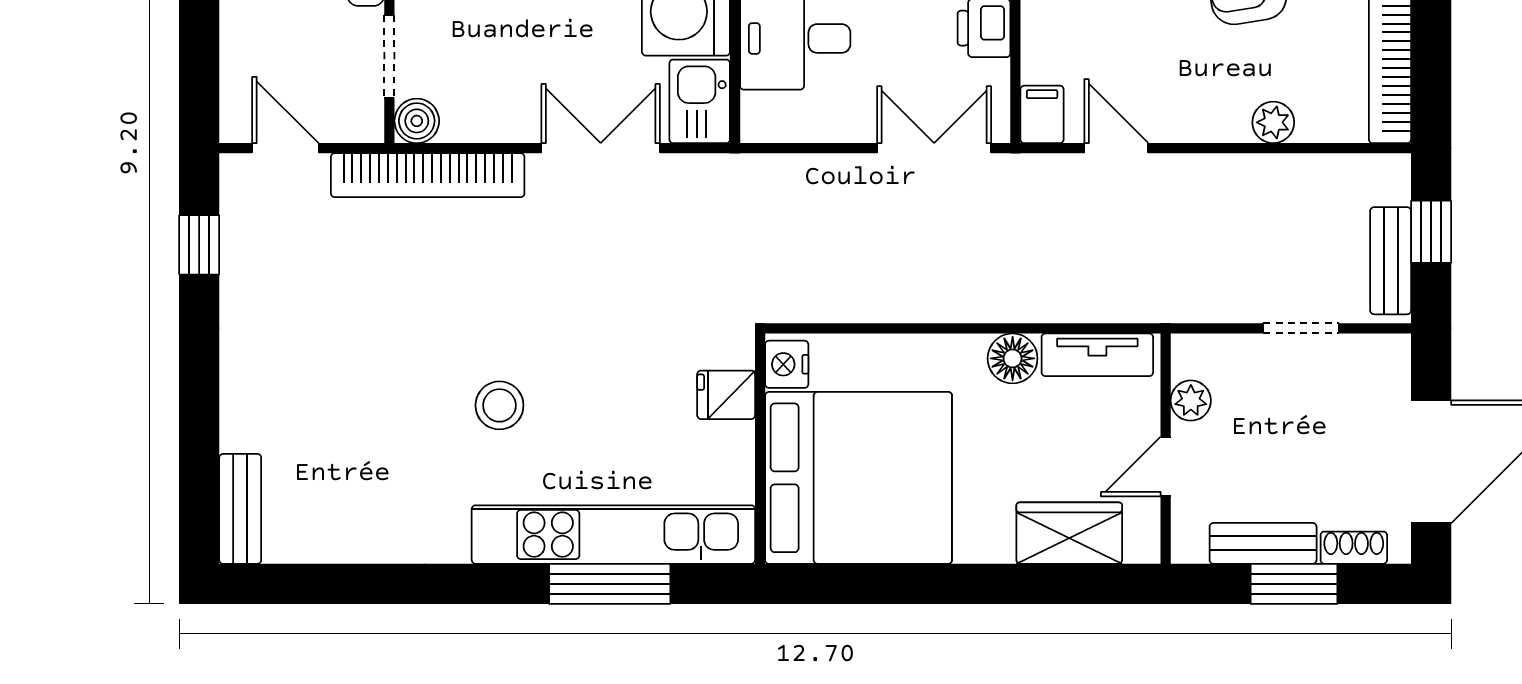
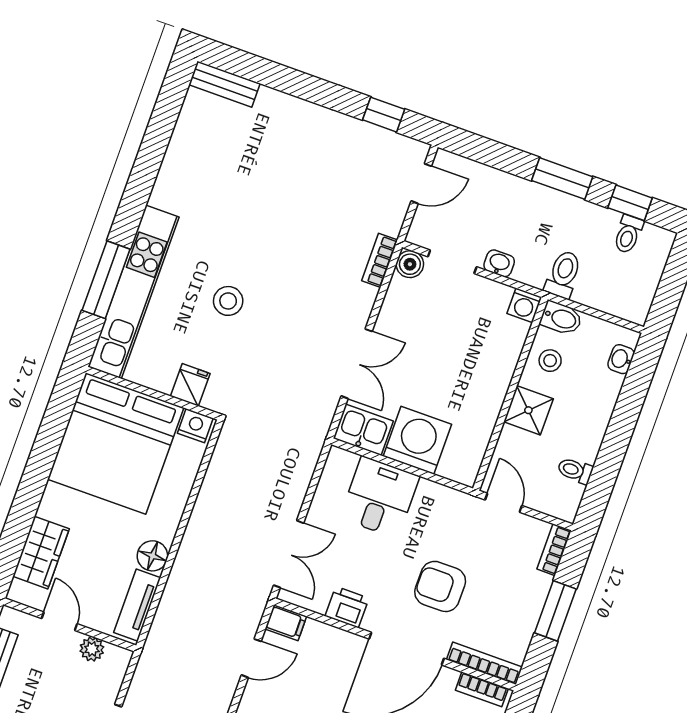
bookcase: (428, 175) -> (380, 260), width x0.43, depth x0.76
stool: (499, 405) -> (228, 301), moved

